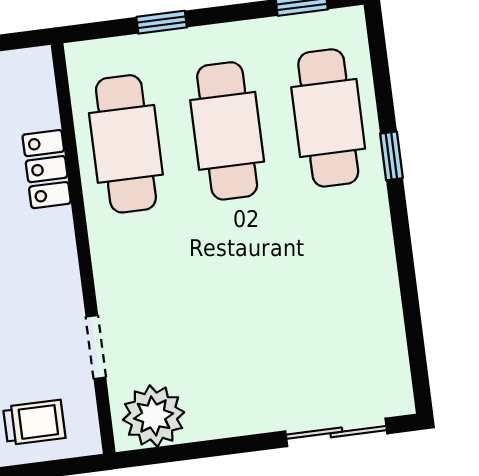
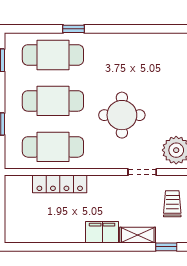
locker: (47, 169) -> (60, 184), width x1.53
round table: (215, 287) -> (122, 115), added

